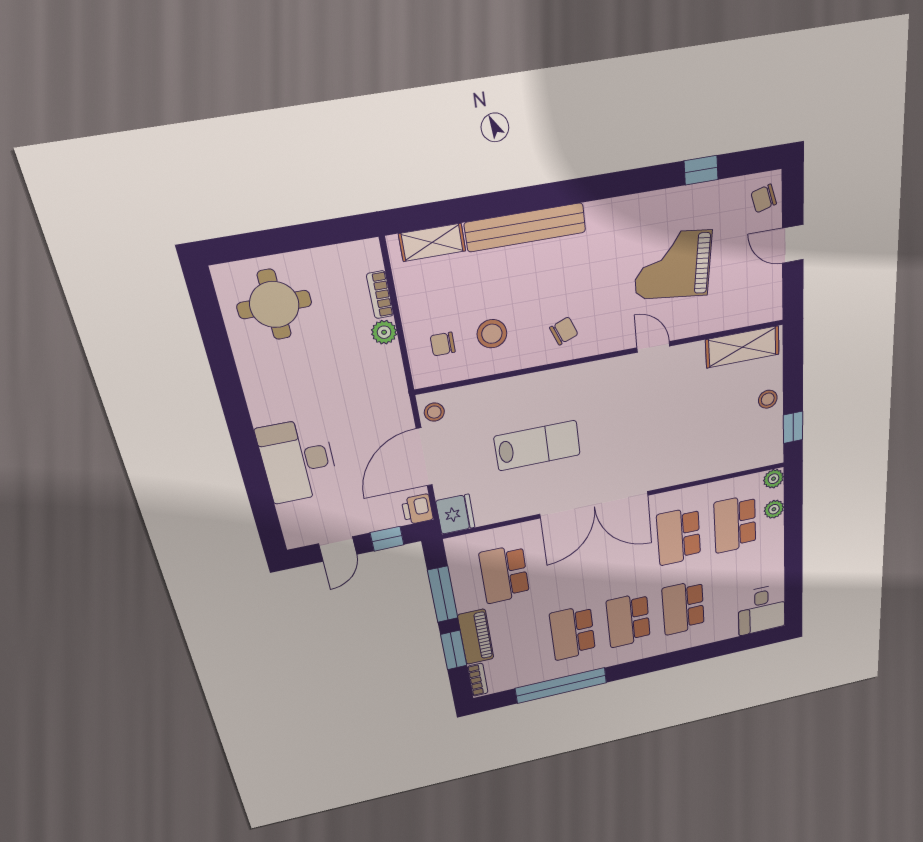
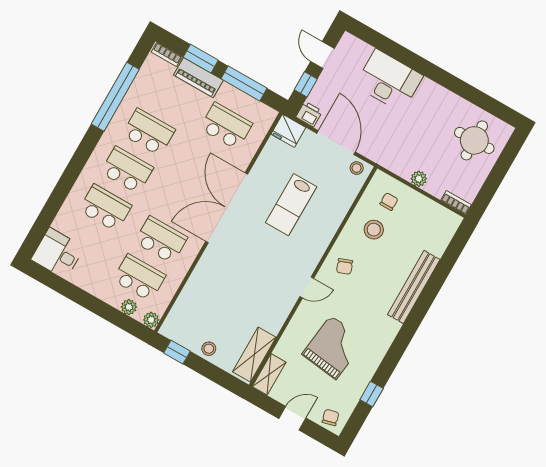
shelving: (432, 242) -> (269, 374), moved
bookcase: (380, 295) -> (456, 202), moved
door: (653, 347) -> (307, 287), moved

